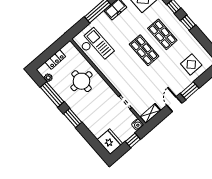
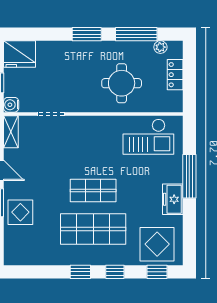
shop shelf: (162, 34) -> (93, 229), width x1.43, depth x1.36
display table: (191, 64) -> (20, 212), moved

